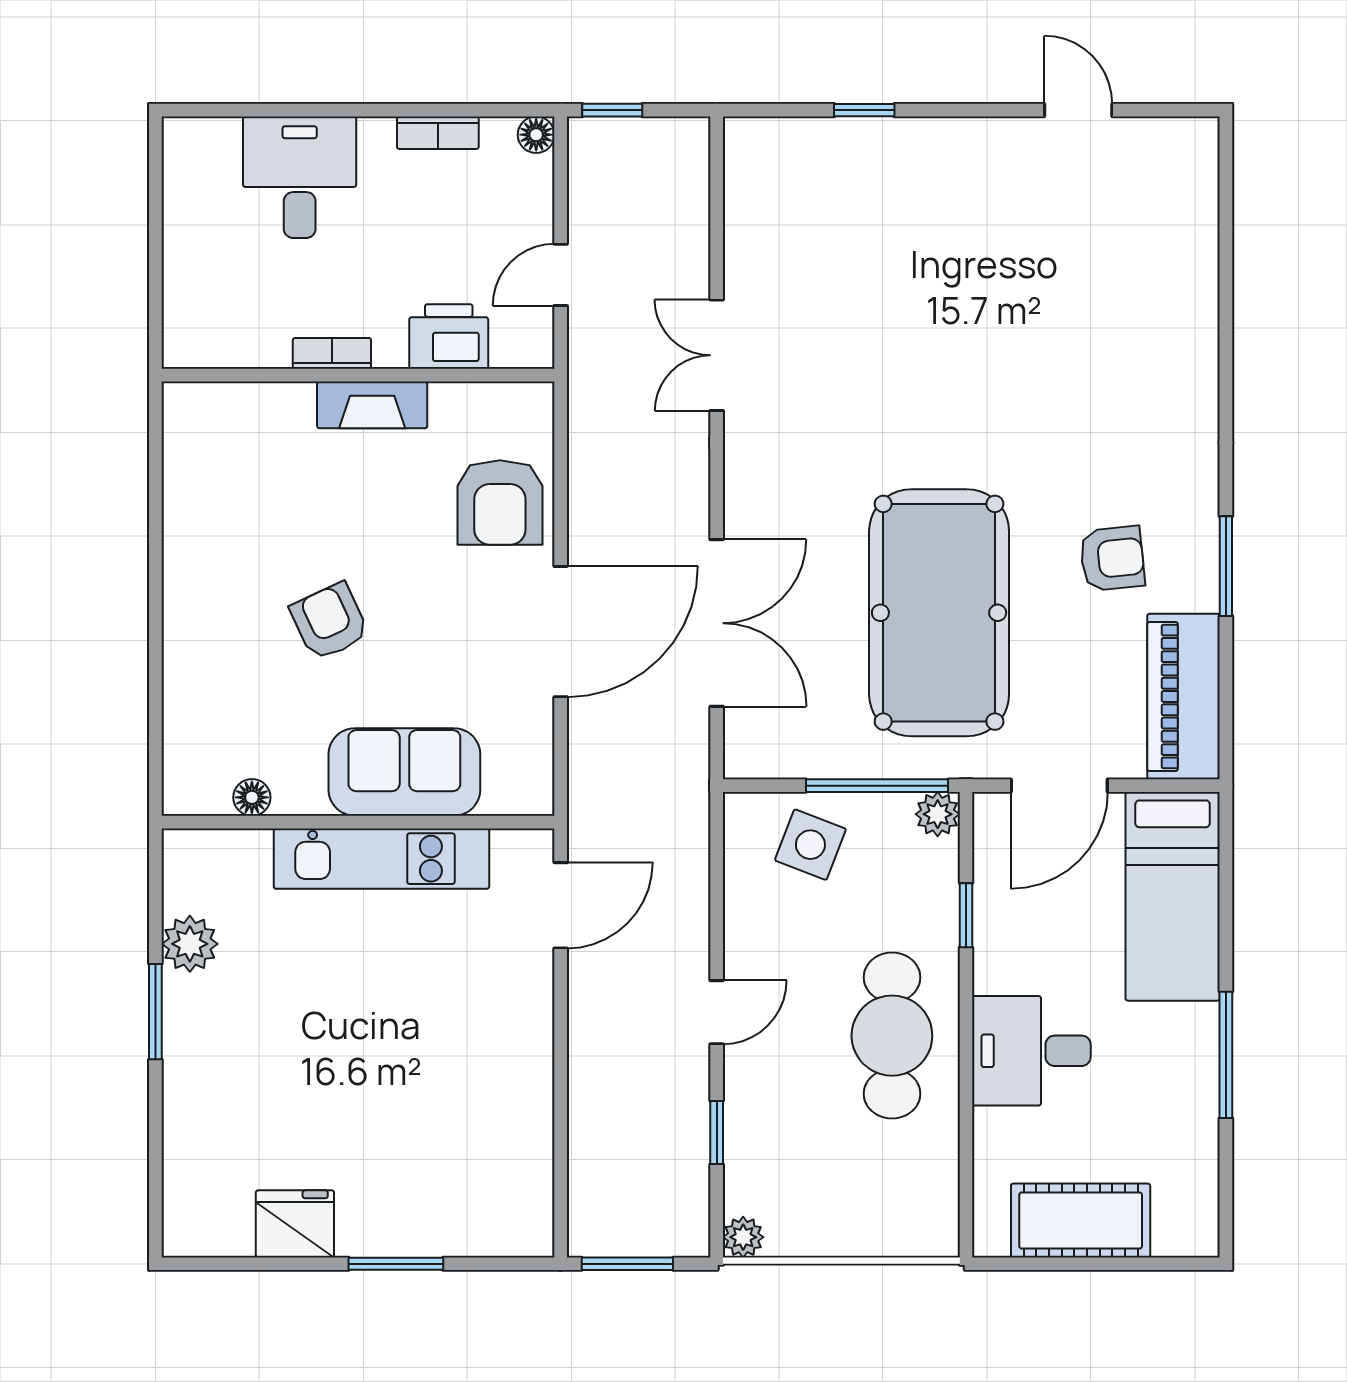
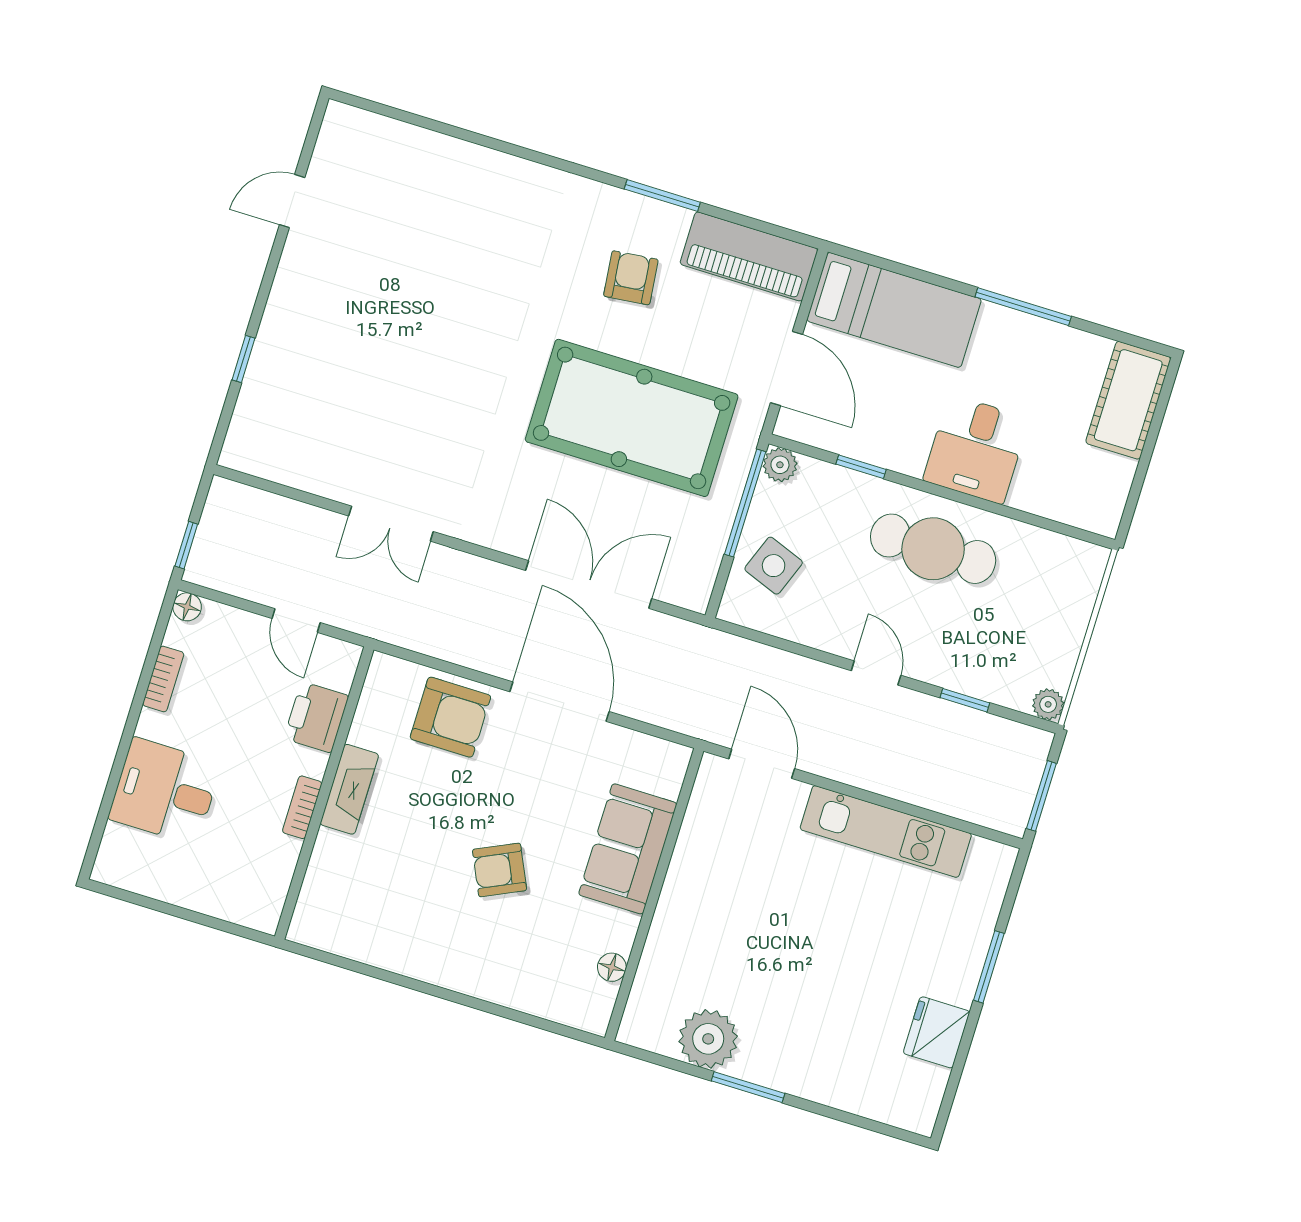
kitchen unit: (381, 859) -> (886, 831), moved, turned 90
plant: (190, 944) -> (708, 1039), width x1.36, depth x1.36
cot: (1081, 1221) -> (1128, 400), moved

